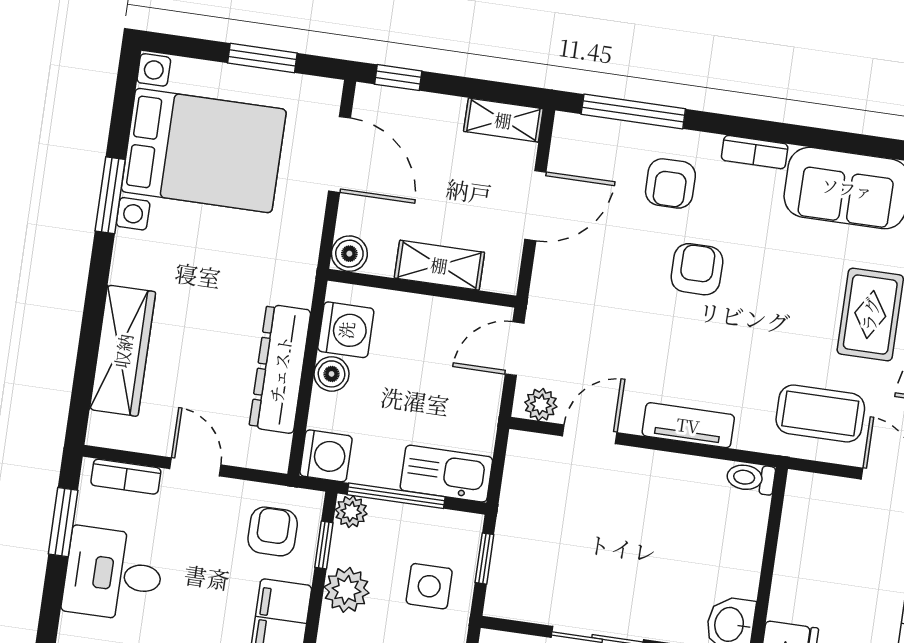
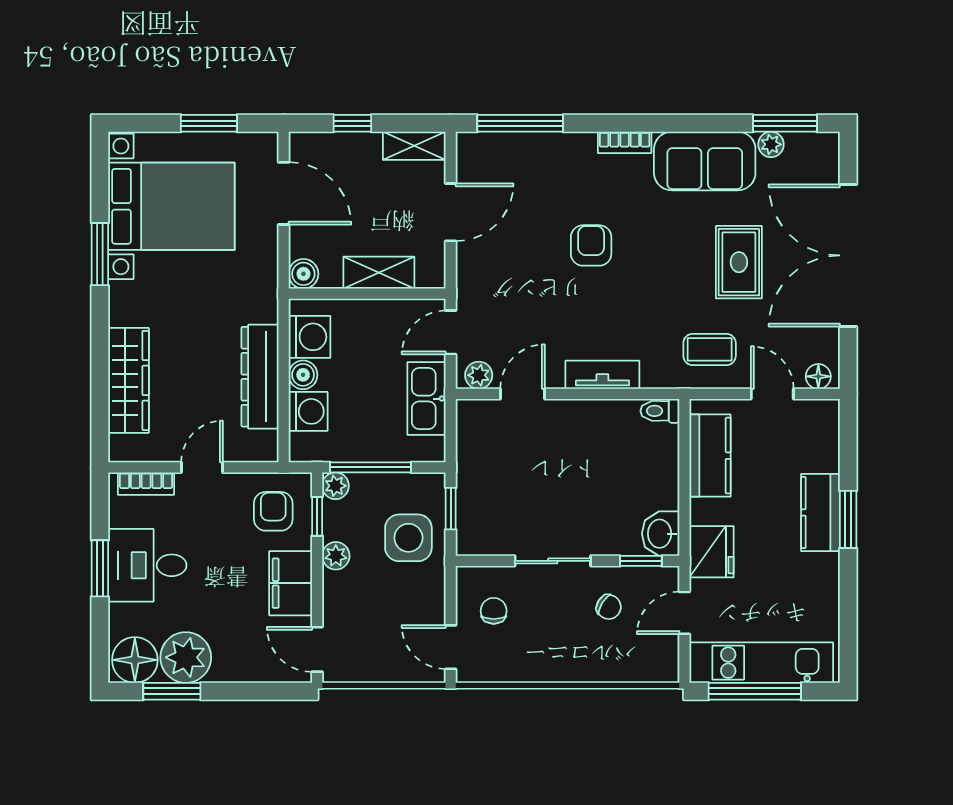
window: (398, 78) -> (352, 123), moved
armchair: (670, 183) -> (559, 178), removed
coffee table: (820, 413) -> (710, 349), width x0.73, depth x0.77
washing machine: (326, 456) -> (308, 411), moved
door: (195, 467) -> (202, 467), hinge flipped
kitchen sink: (446, 474) -> (426, 399), moved, turned -90
window: (63, 522) -> (100, 568), moved
kitchen counter: (803, 540) -> (710, 456), added
side table: (429, 586) -> (408, 538), width x1.37, depth x1.37
plant: (347, 590) -> (336, 556), width x0.73, depth x0.73

